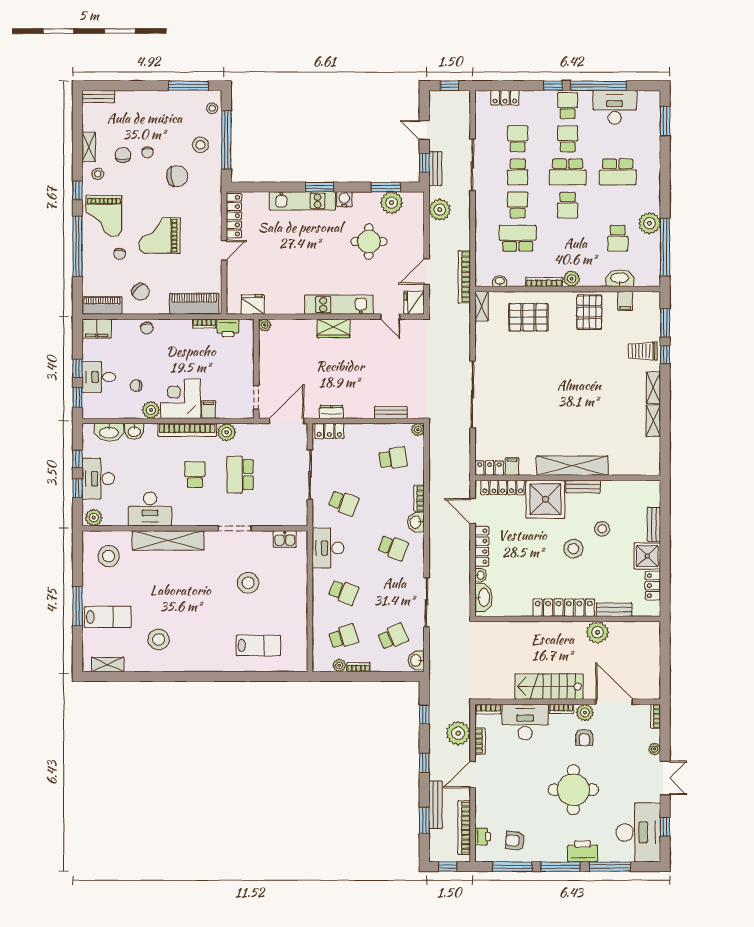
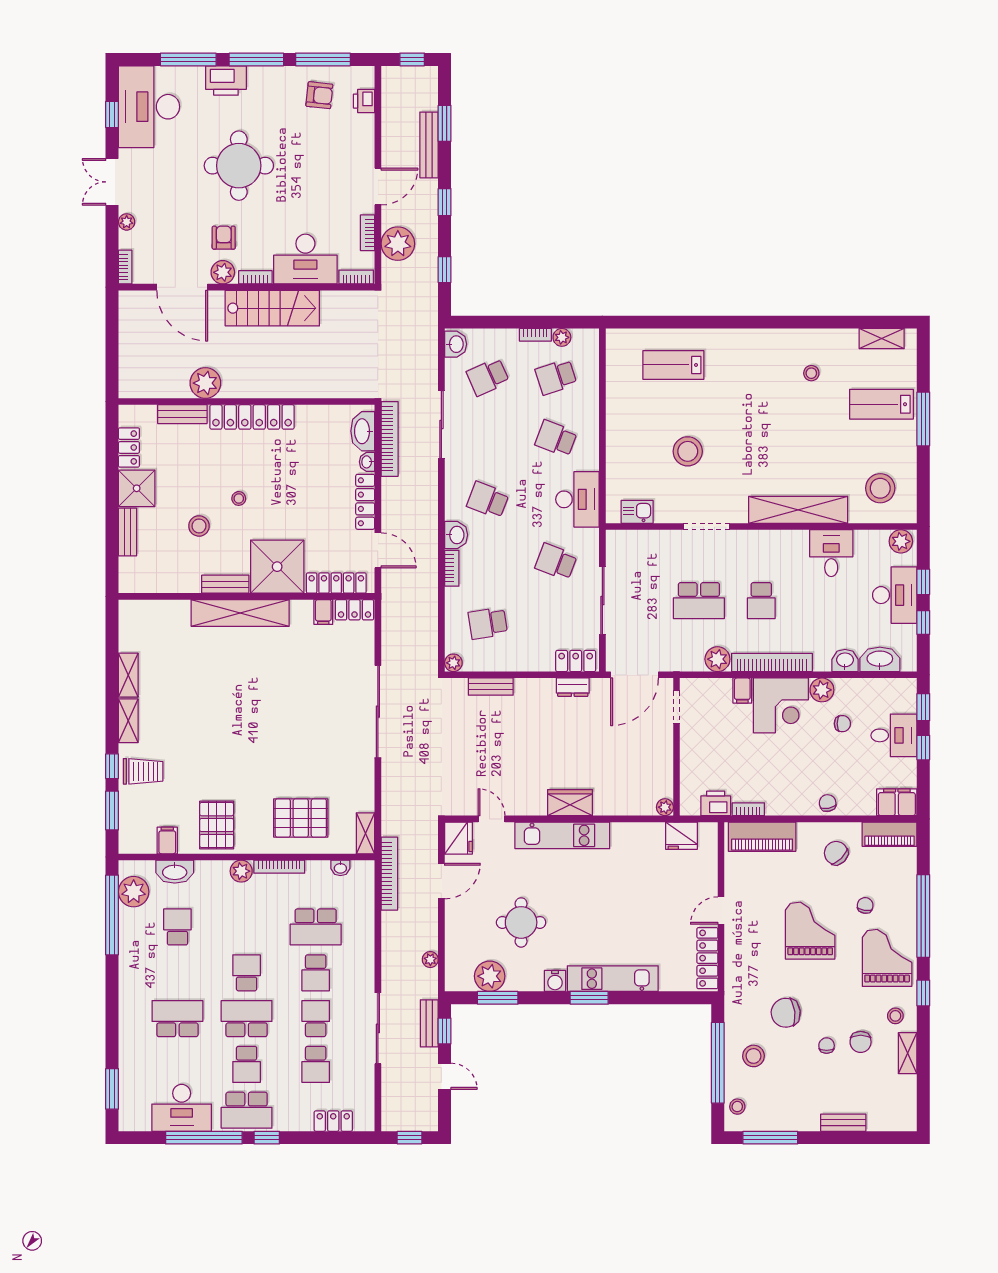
bench: (98, 97) -> (843, 1123), moved
school desk: (568, 106) -> (247, 1110), width x1.85
plant: (440, 210) -> (430, 960), width x0.53, depth x0.53
plant: (649, 223) -> (134, 892), moved
grand piano: (159, 236) -> (810, 931), turned -90
school desk: (240, 475) -> (699, 601), turned 90
desk: (150, 509) -> (831, 553), width x0.73
stool: (573, 549) -> (239, 498), width x0.53, depth x0.53
stool: (159, 639) -> (811, 373), width x0.53, depth x0.53
bookcase: (464, 828) -> (390, 439), moved

